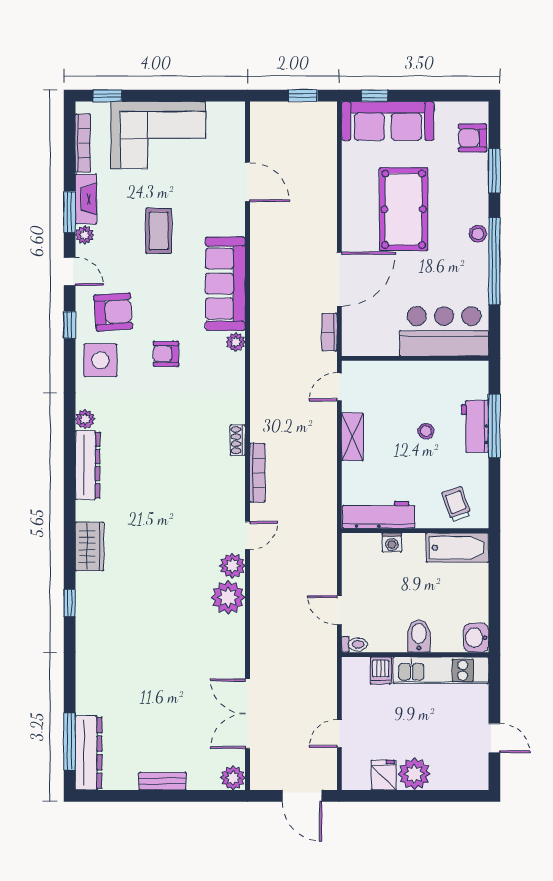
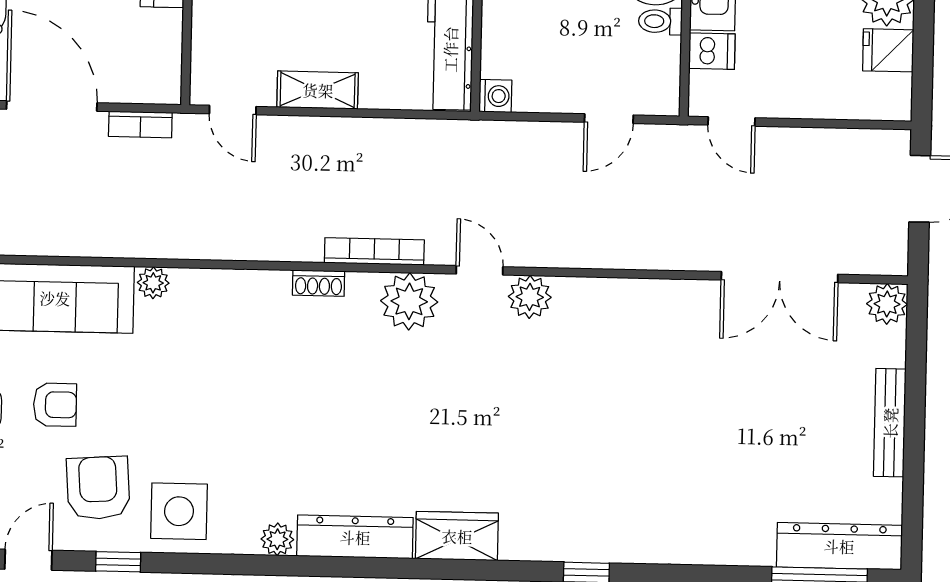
armchair: (166, 354) -> (55, 405), moved, turned -90
washing machine: (392, 543) -> (495, 96), moved
wardrobe: (89, 546) -> (457, 536), moved
plant: (228, 597) -> (409, 301), moved
toilet: (354, 644) -> (660, 21), moved, turned -90
door: (339, 734) -> (731, 121), moved
bench: (163, 781) -> (890, 423), width x1.36

